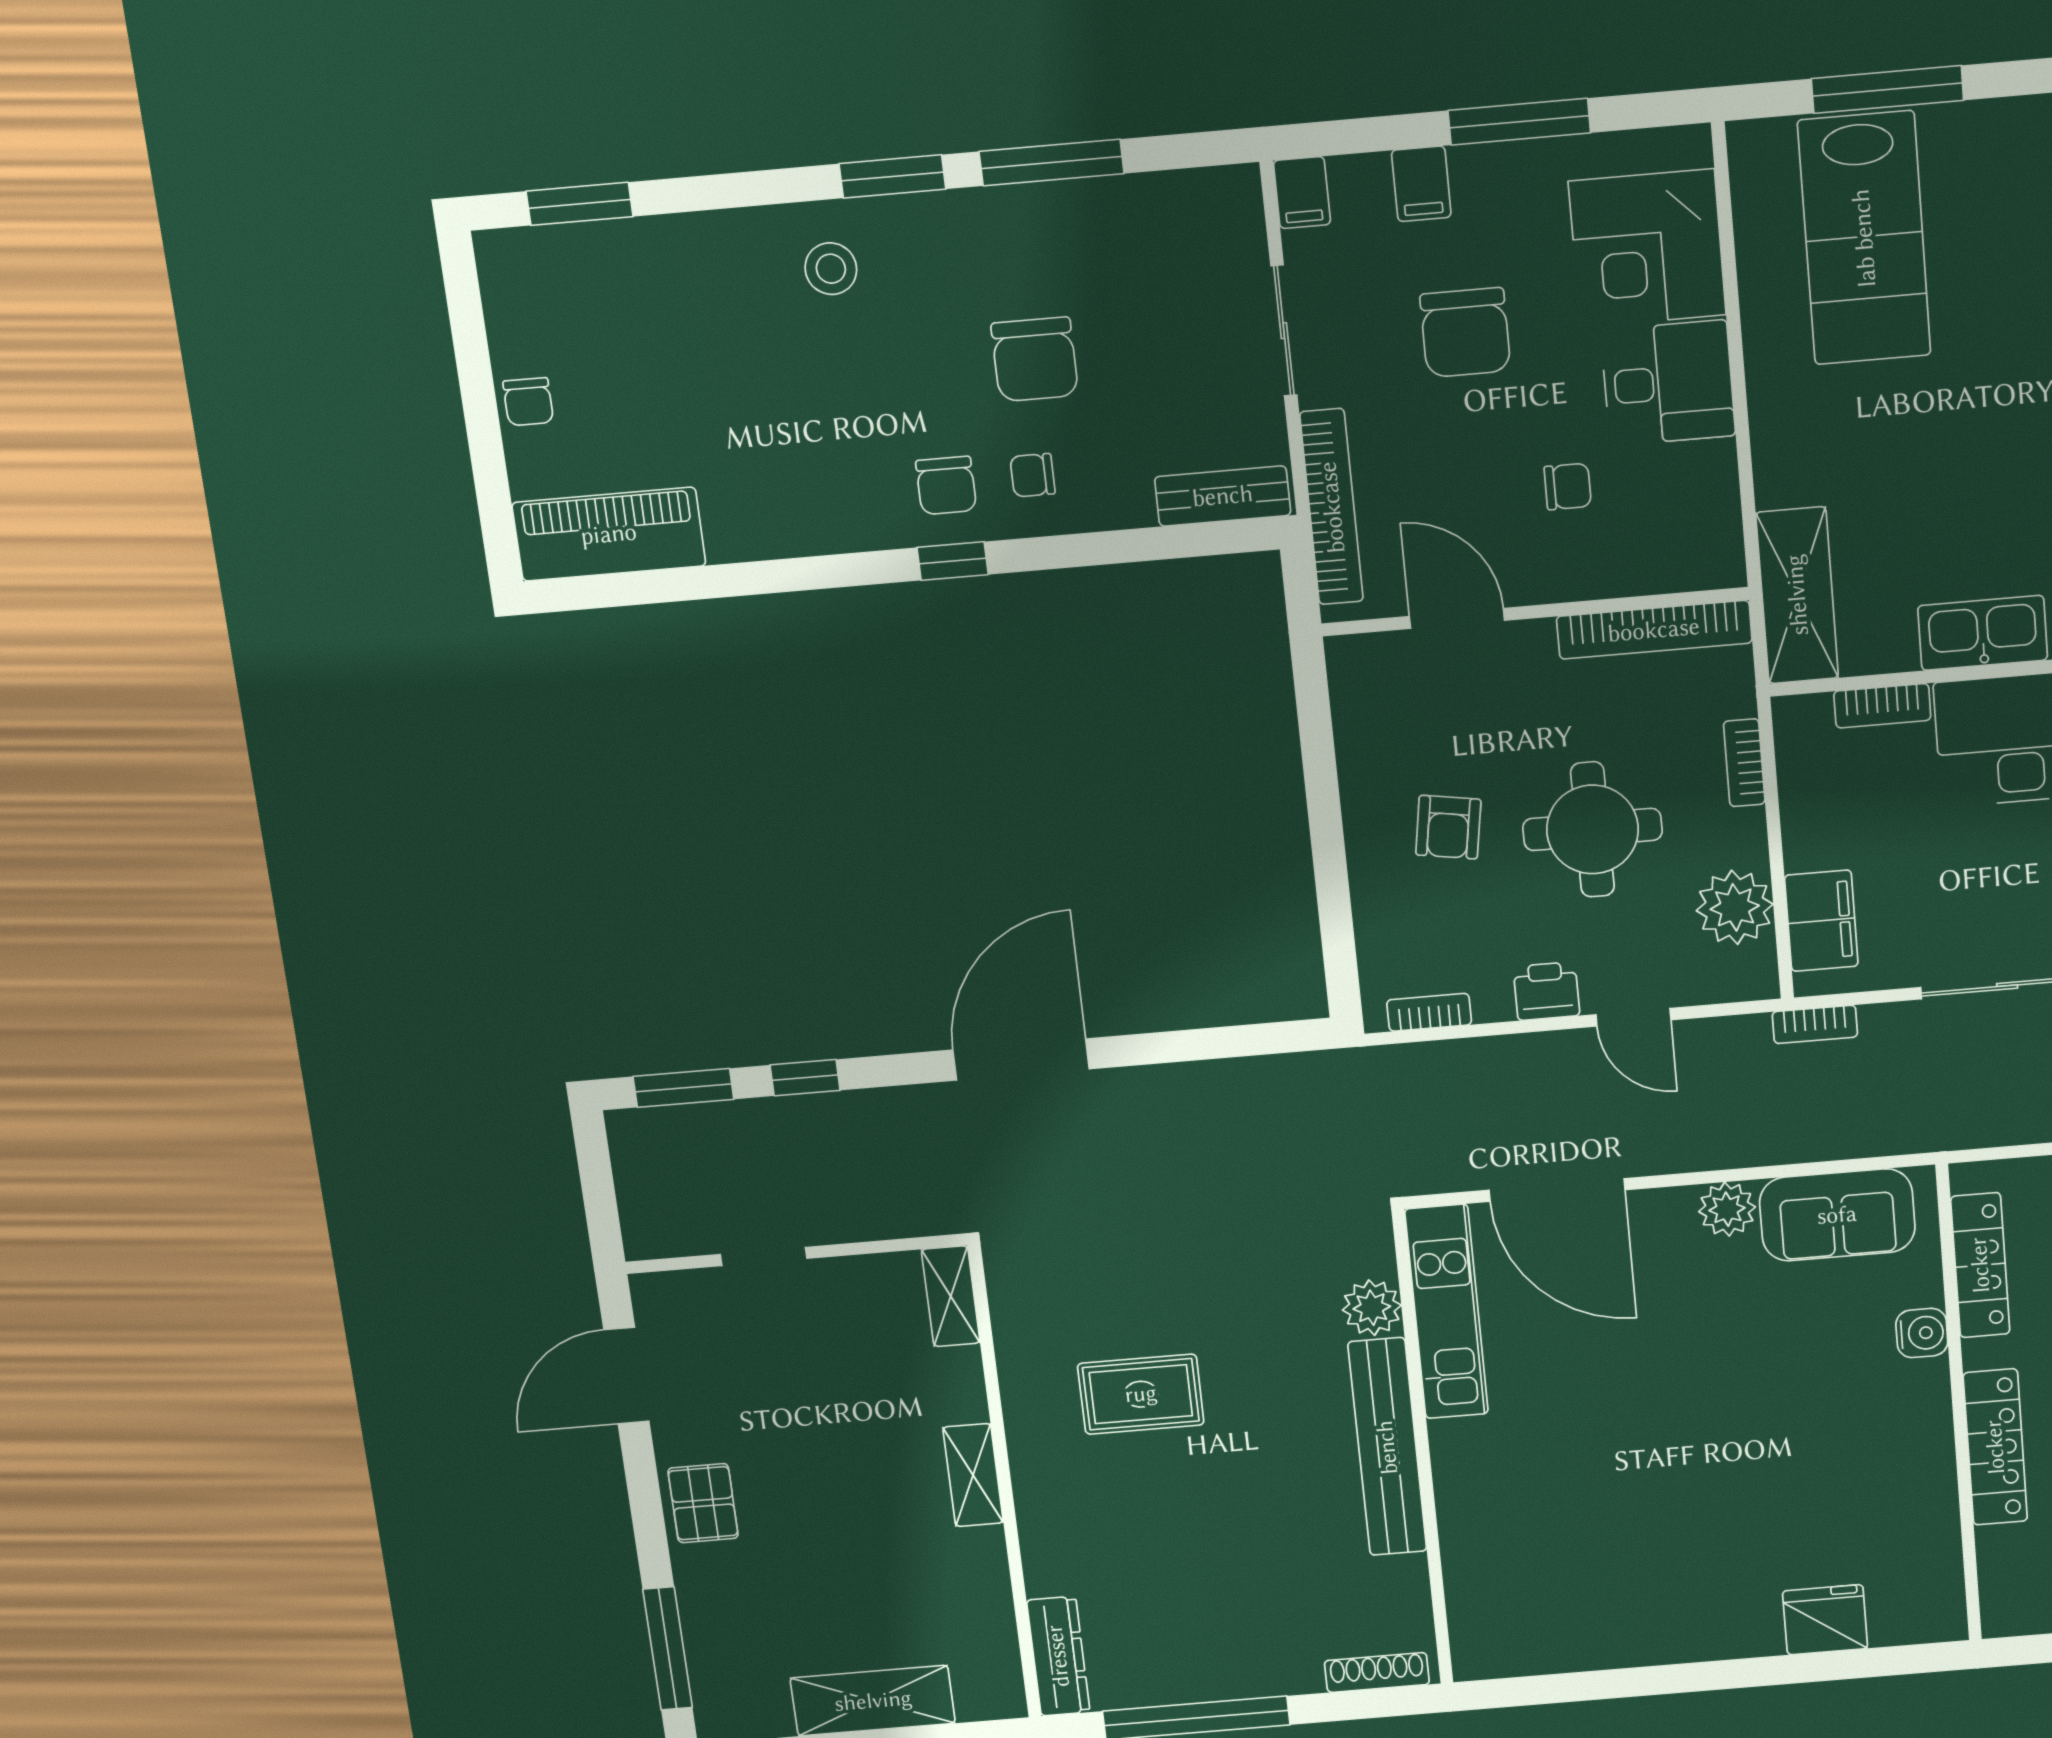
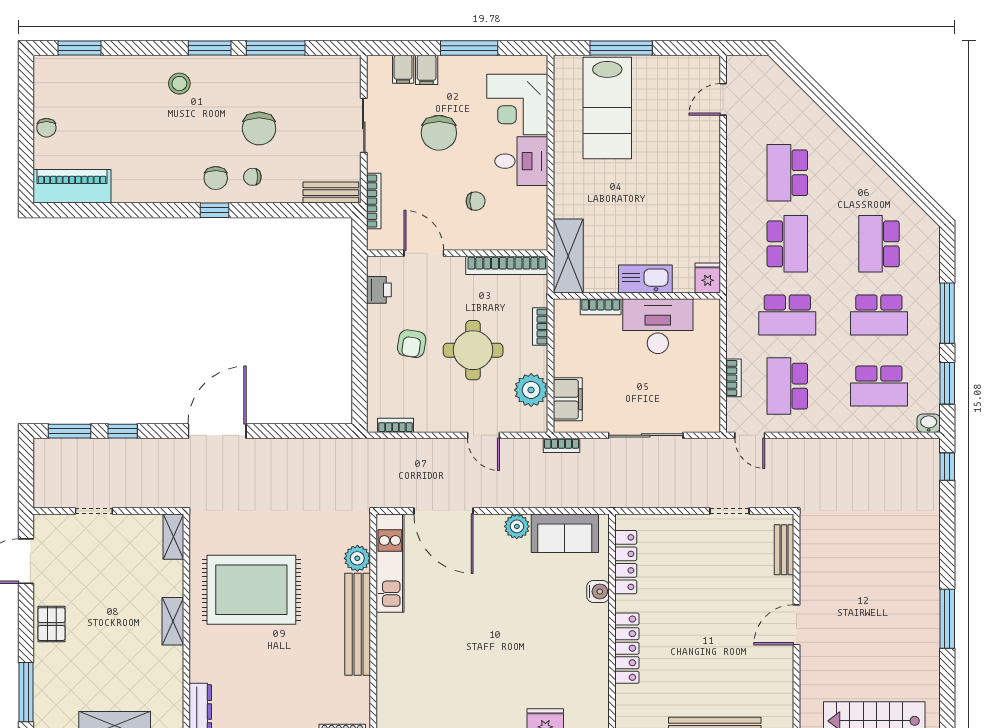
filing cabinet: (1302, 193) -> (403, 69), moved
bookcase: (1332, 507) -> (374, 201), width x0.68, depth x0.76
printer: (1546, 991) -> (379, 290), moved, turned 90
rug: (1141, 1394) -> (251, 590), width x1.86, depth x2.06

